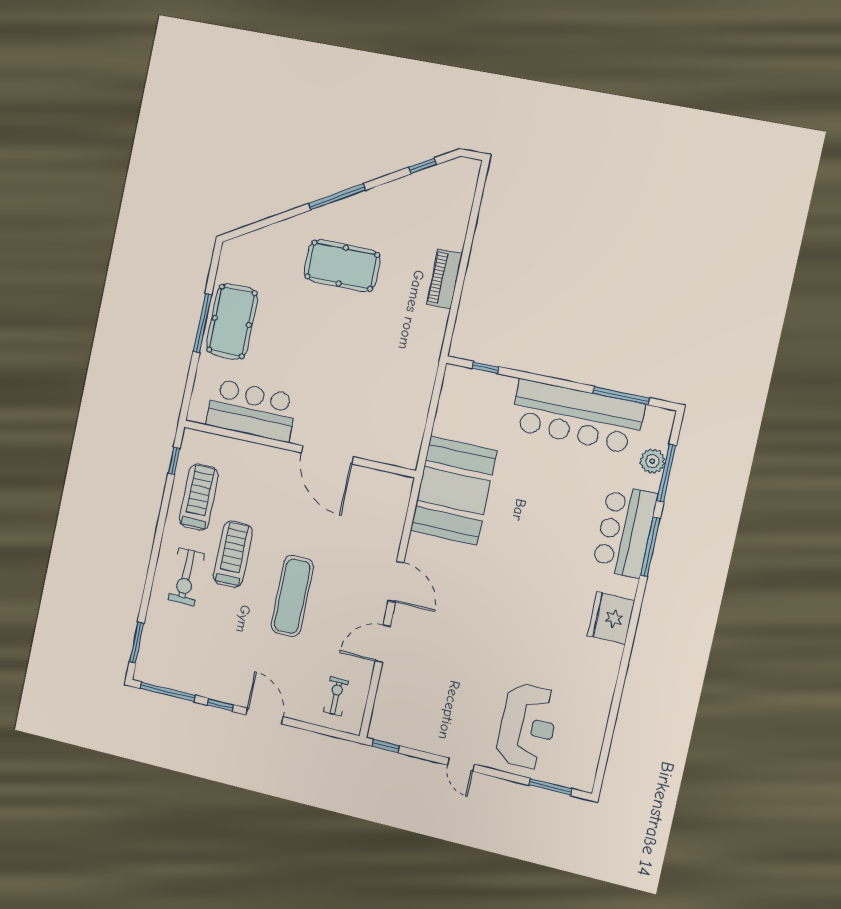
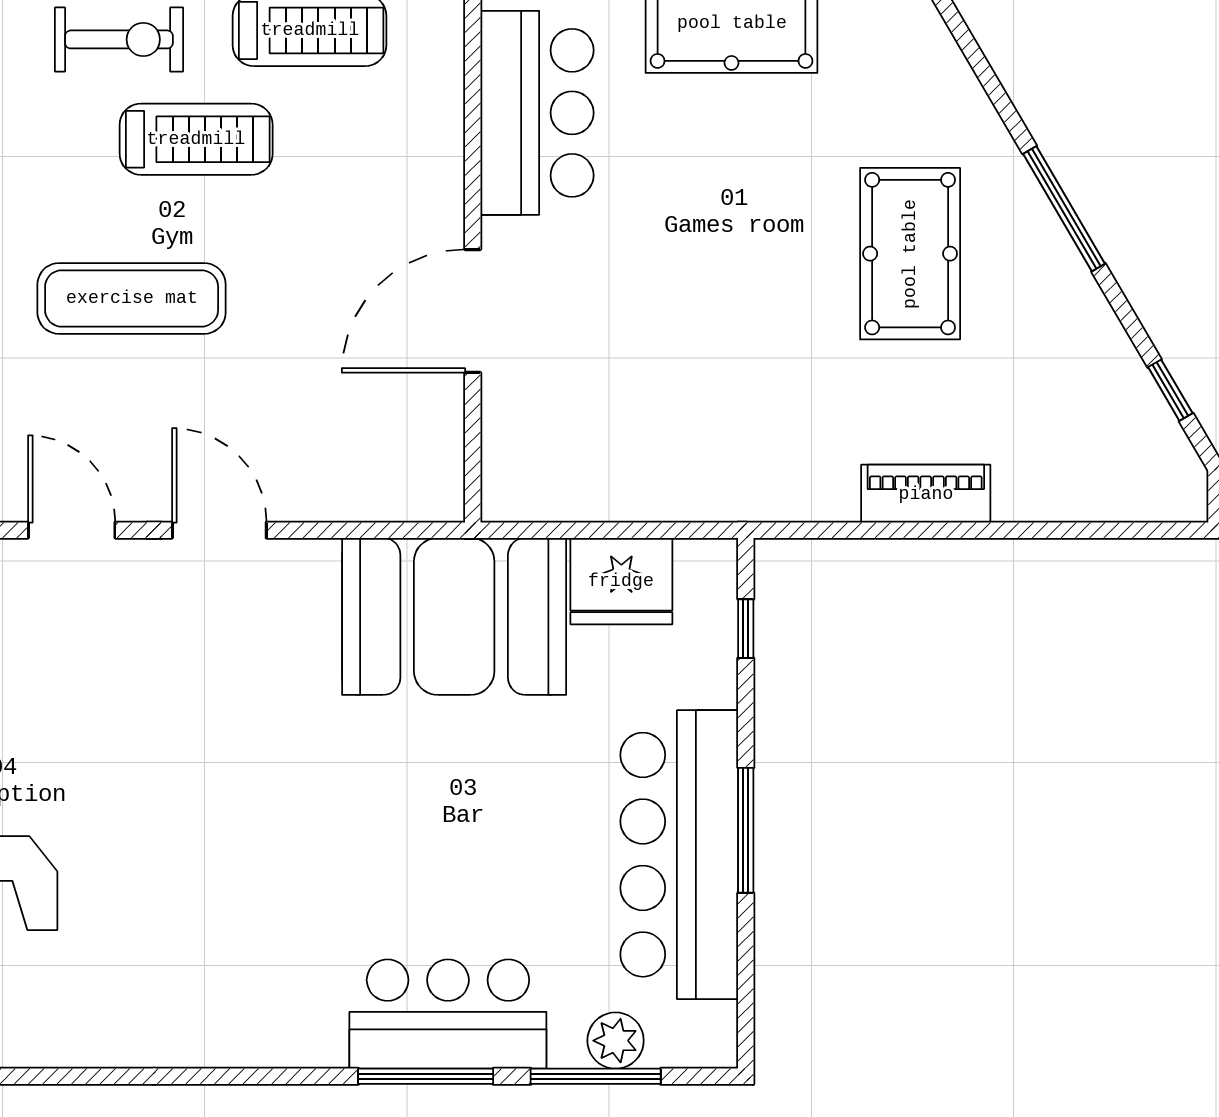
window: (621, 396) -> (746, 830), moved
exercise bike: (186, 577) -> (119, 39), turned 180
door: (396, 582) -> (219, 530), swing flipped
fridge: (611, 618) -> (621, 581), moved, turned 180

